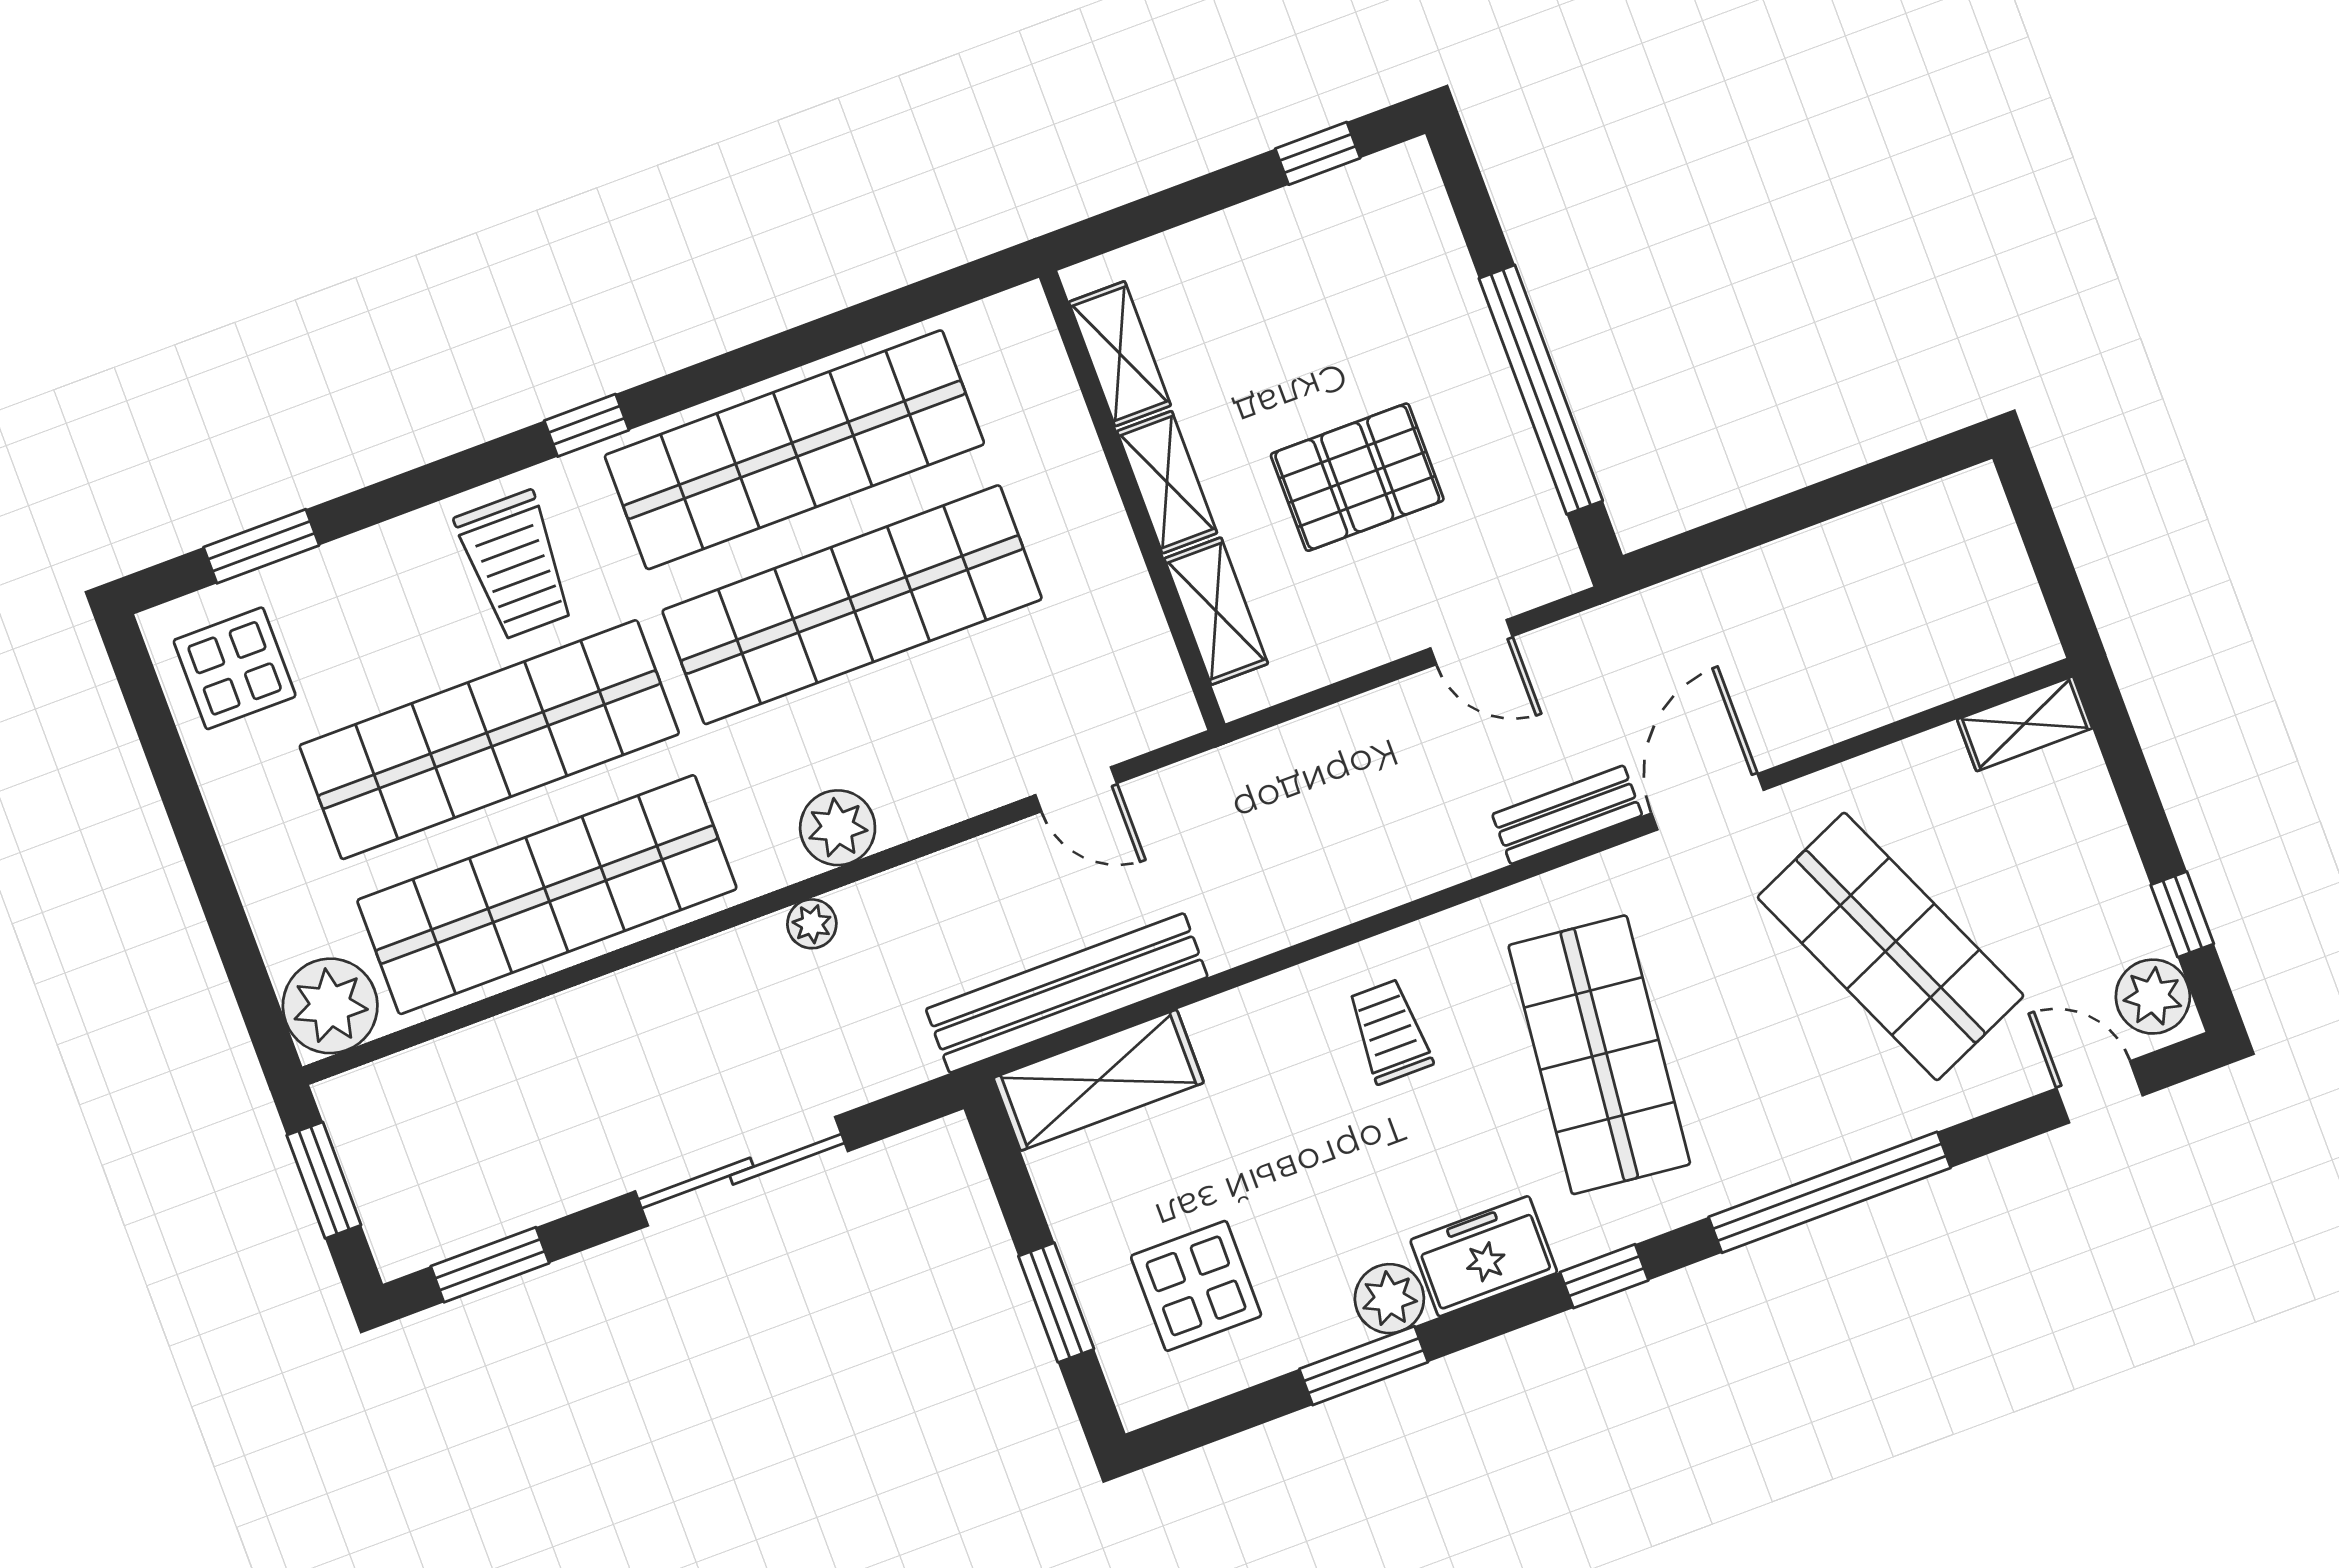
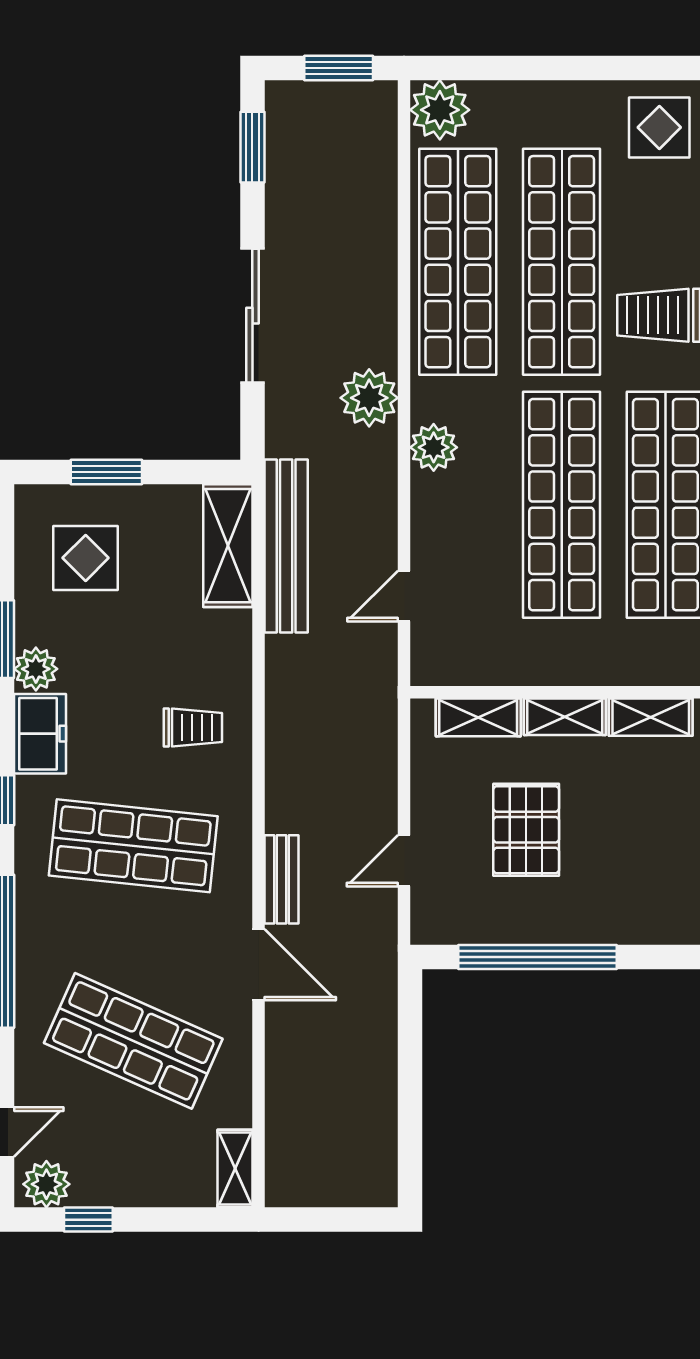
plant: (812, 924) -> (369, 398), width x1.87, depth x1.87
shop shelf: (1891, 946) -> (133, 1041), turned 48

